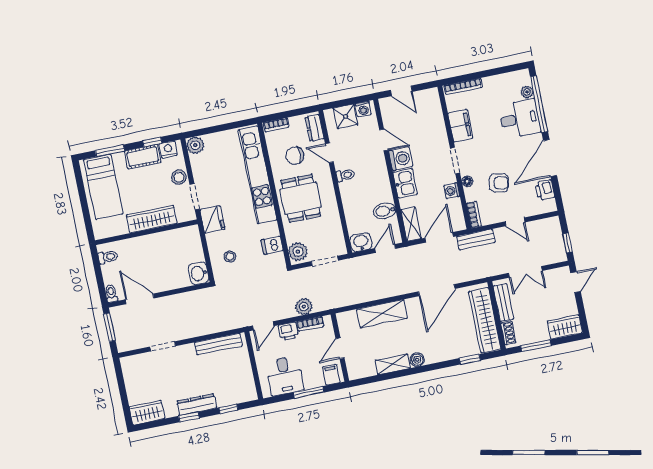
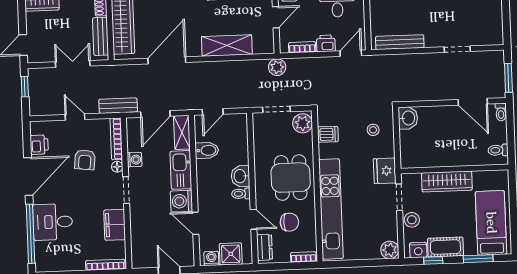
plant: (527, 92) -> (41, 248), removed
kitchen sink: (405, 183) -> (181, 170), width x1.38
armchair: (499, 183) -> (85, 160), turned -95
bookcase: (474, 215) -> (116, 139), width x1.56
washbasin: (361, 242) -> (240, 176), moved, turned 90
plant: (304, 307) -> (277, 67), moved

